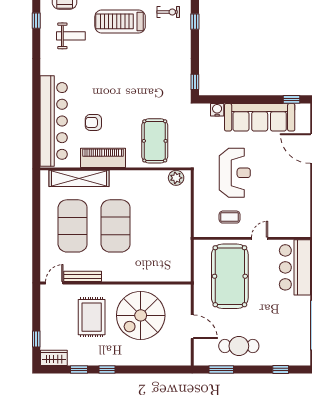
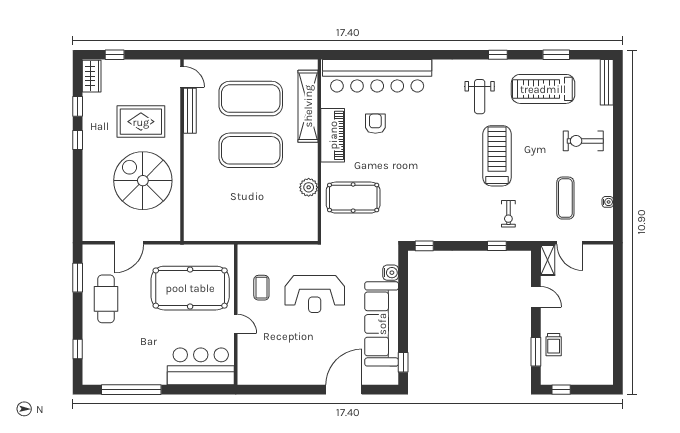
plant: (176, 178) -> (309, 187), moved

